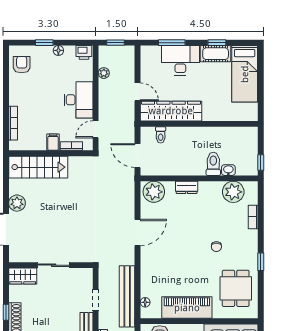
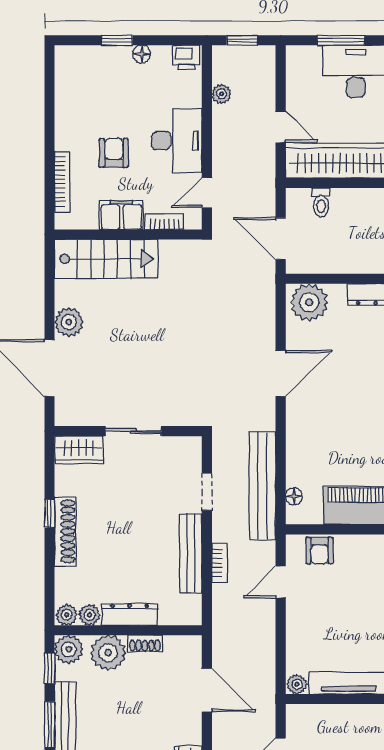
armchair: (22, 65) -> (114, 153), moved
filing cabinet: (53, 142) -> (121, 215), width x2.00

